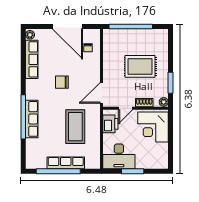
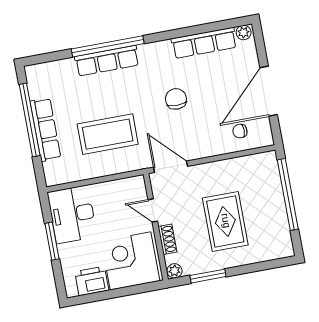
printer: (110, 124) -> (92, 281), moved, turned 180

